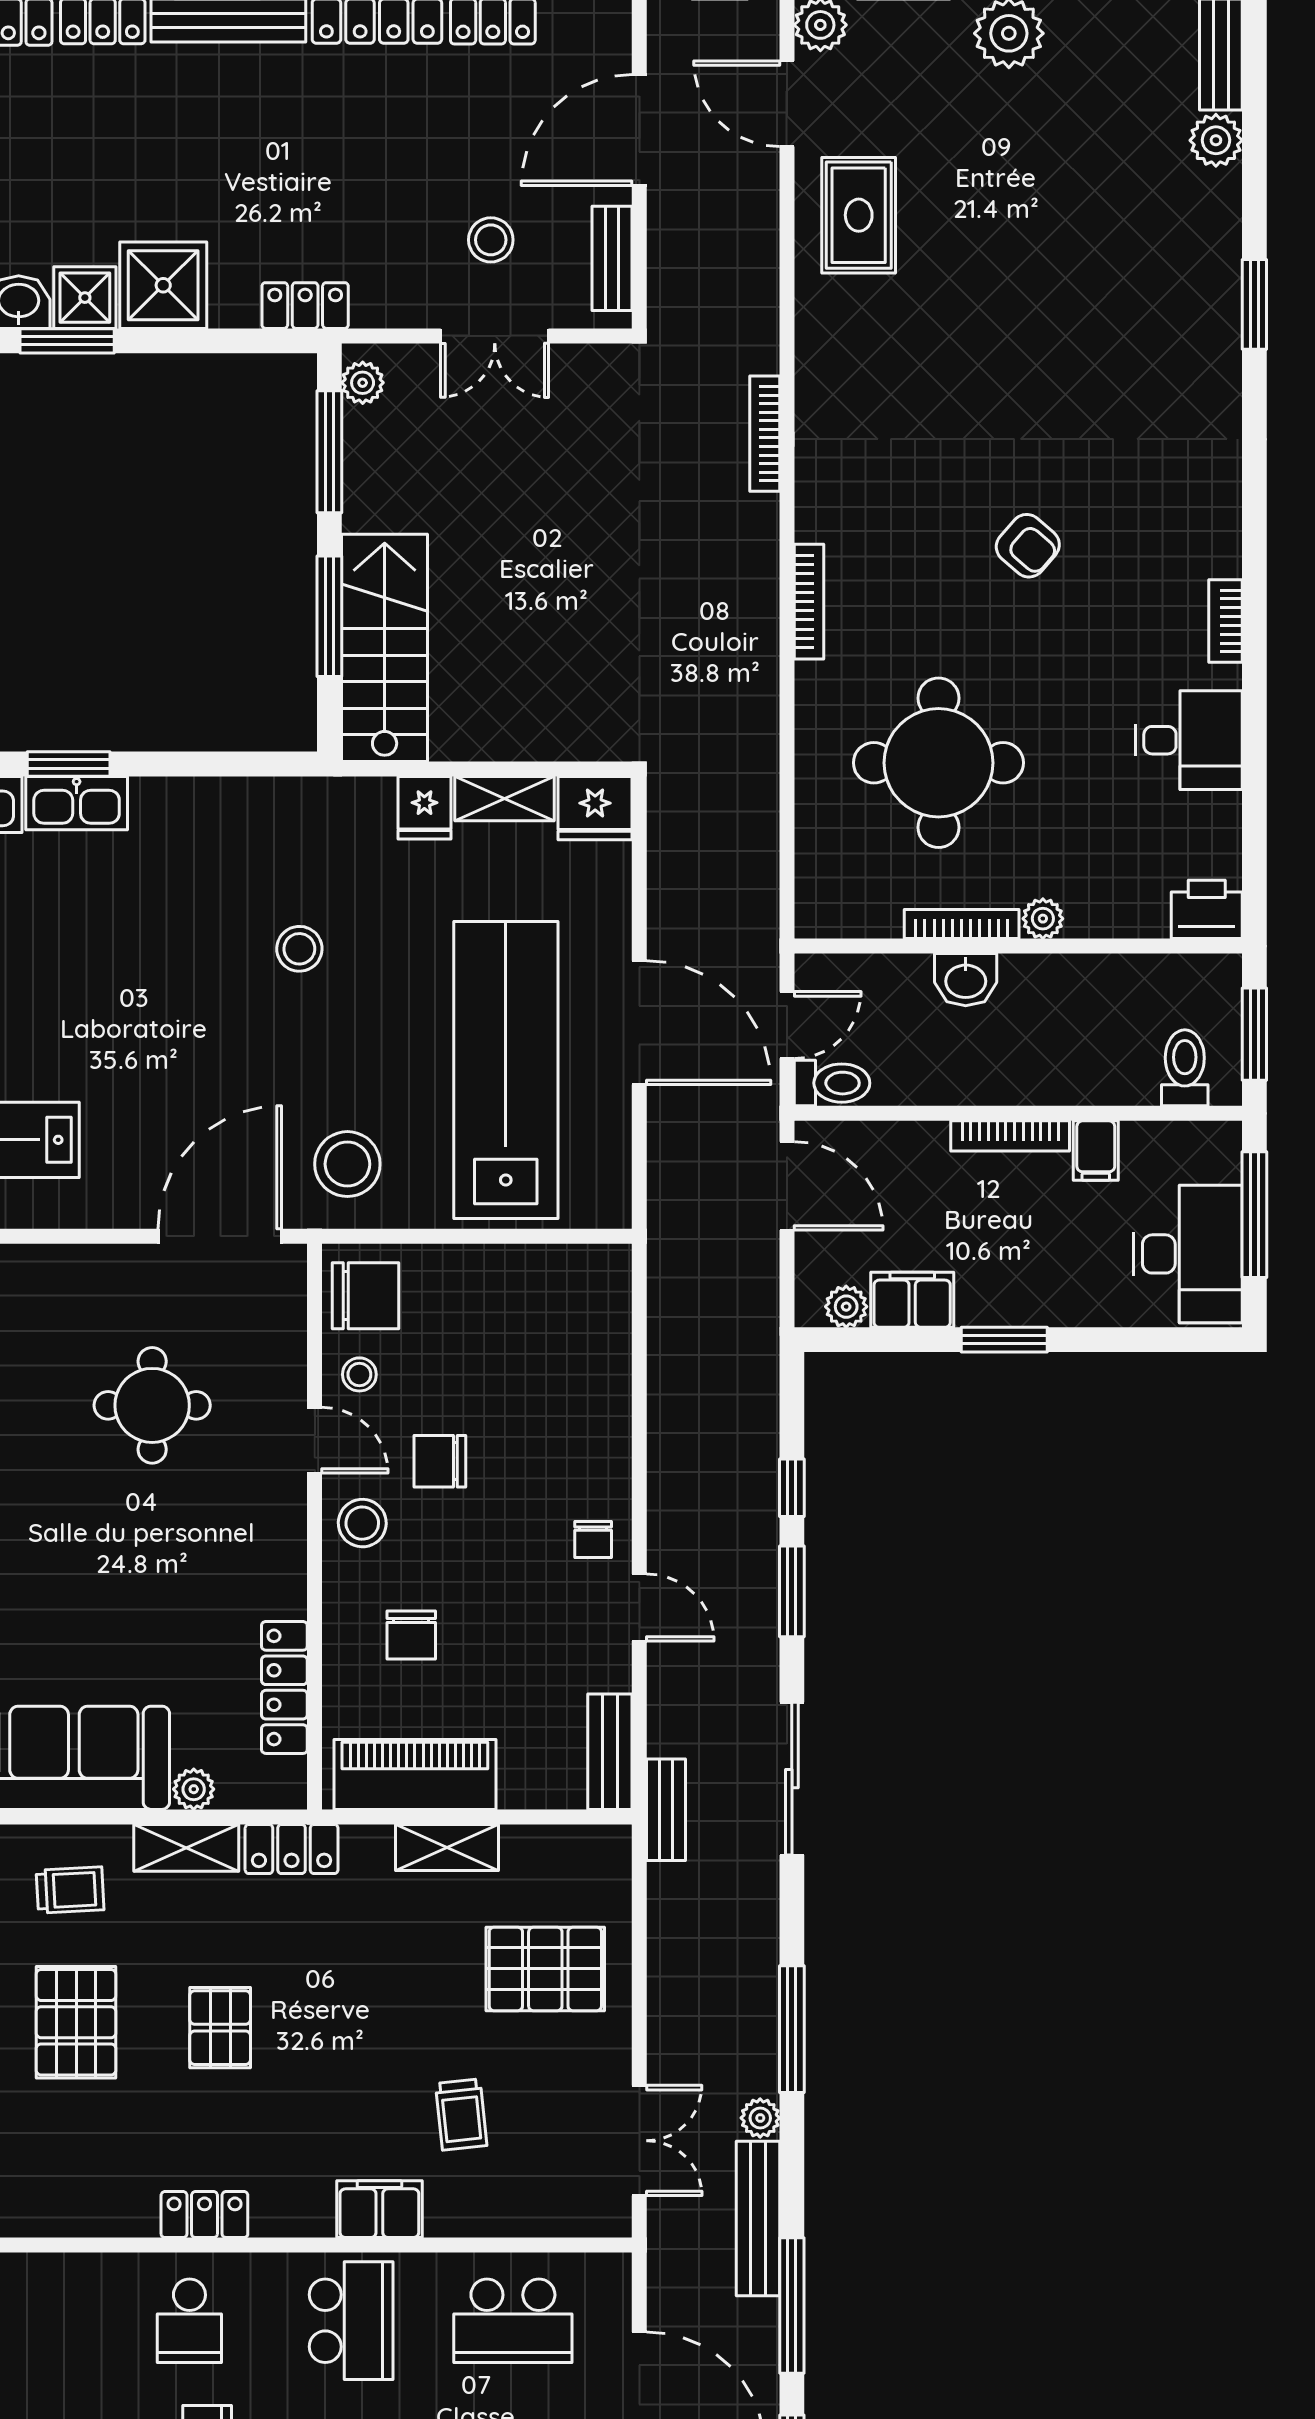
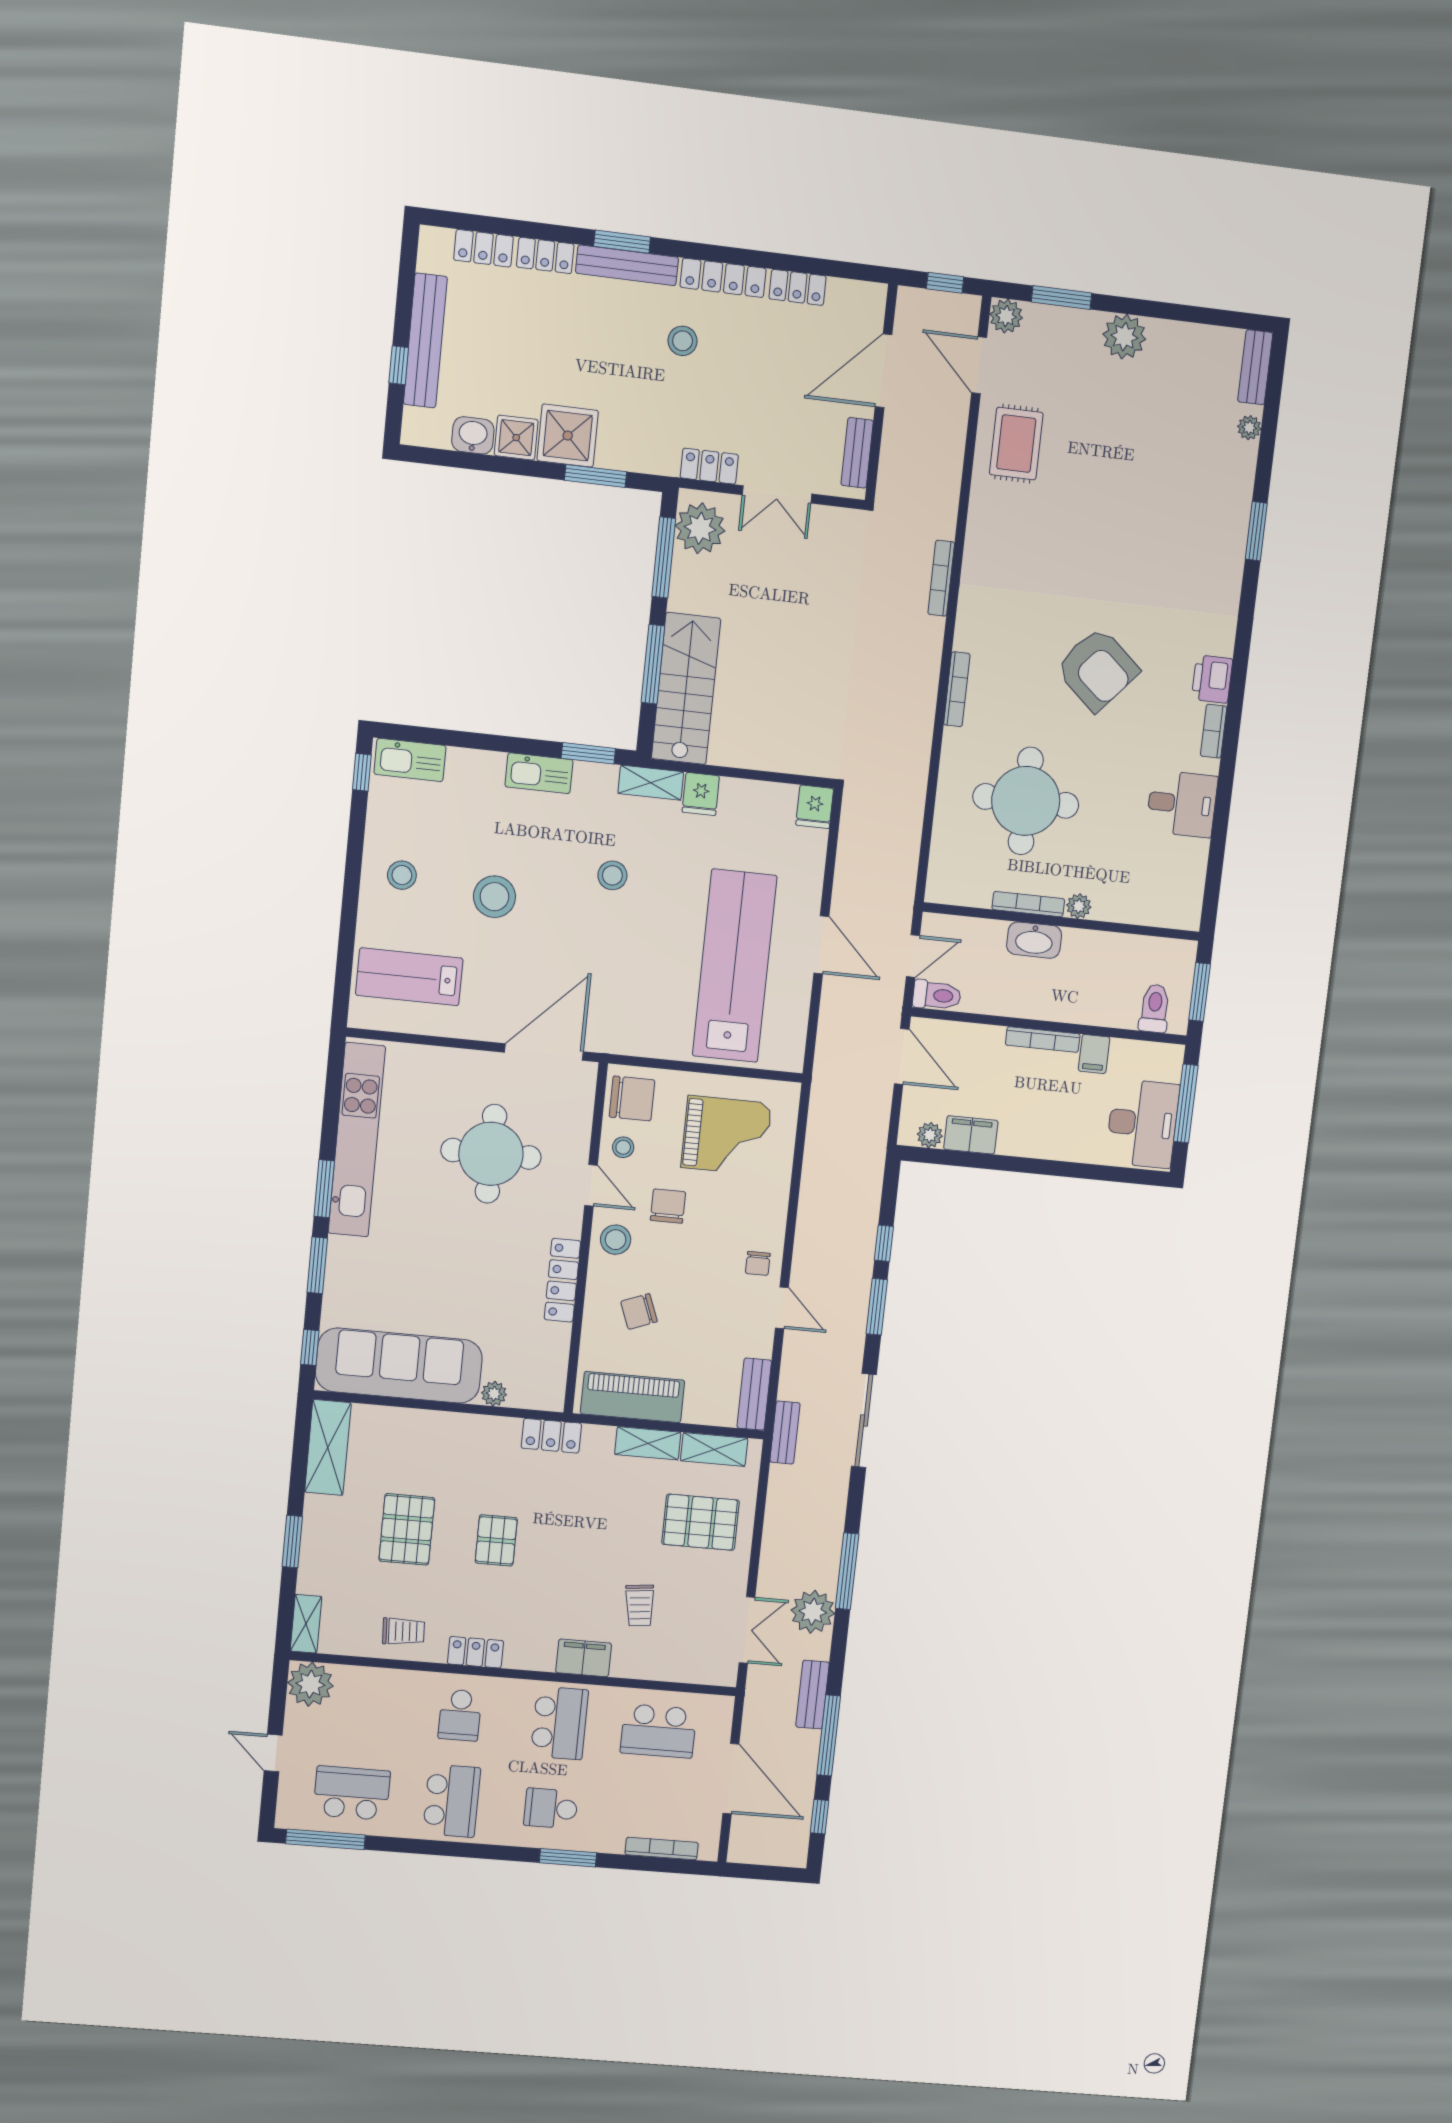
plant: (1216, 140) -> (1249, 428), width x0.73, depth x0.73
stool: (491, 240) -> (683, 341), moved
locker: (305, 306) -> (709, 466), moved
window: (67, 341) -> (596, 476), moved
plant: (363, 383) -> (700, 528), width x1.88, depth x1.88
armchair: (1028, 546) -> (1097, 669), width x1.88, depth x1.88
window: (69, 764) -> (588, 753), moved
shelving: (504, 799) -> (651, 783), moved
kitchen sink: (77, 803) -> (539, 773), moved
fridge: (595, 808) -> (815, 807), width x0.72
printer: (1207, 909) -> (1212, 679), moved, turned -90
washbasin: (966, 980) -> (1034, 940), width x1.38
door: (639, 1023) -> (821, 945), width x0.73
stool: (347, 1164) -> (494, 897), moved
grand piano: (521, 1339) -> (726, 1135), added
window: (1004, 1340) -> (1024, 1165), removed
round table: (152, 1405) -> (491, 1154), width x1.36, depth x1.36
chair: (440, 1461) -> (668, 1206), turned 90
chair: (411, 1635) -> (639, 1311), turned 69
locker: (284, 1687) -> (562, 1280), moved
shelving: (186, 1848) -> (714, 1449), moved
trolley: (70, 1890) -> (403, 1631), moved
plant: (760, 2118) -> (813, 1612), width x1.88, depth x1.88
bench: (758, 2219) -> (812, 1695), width x0.73

